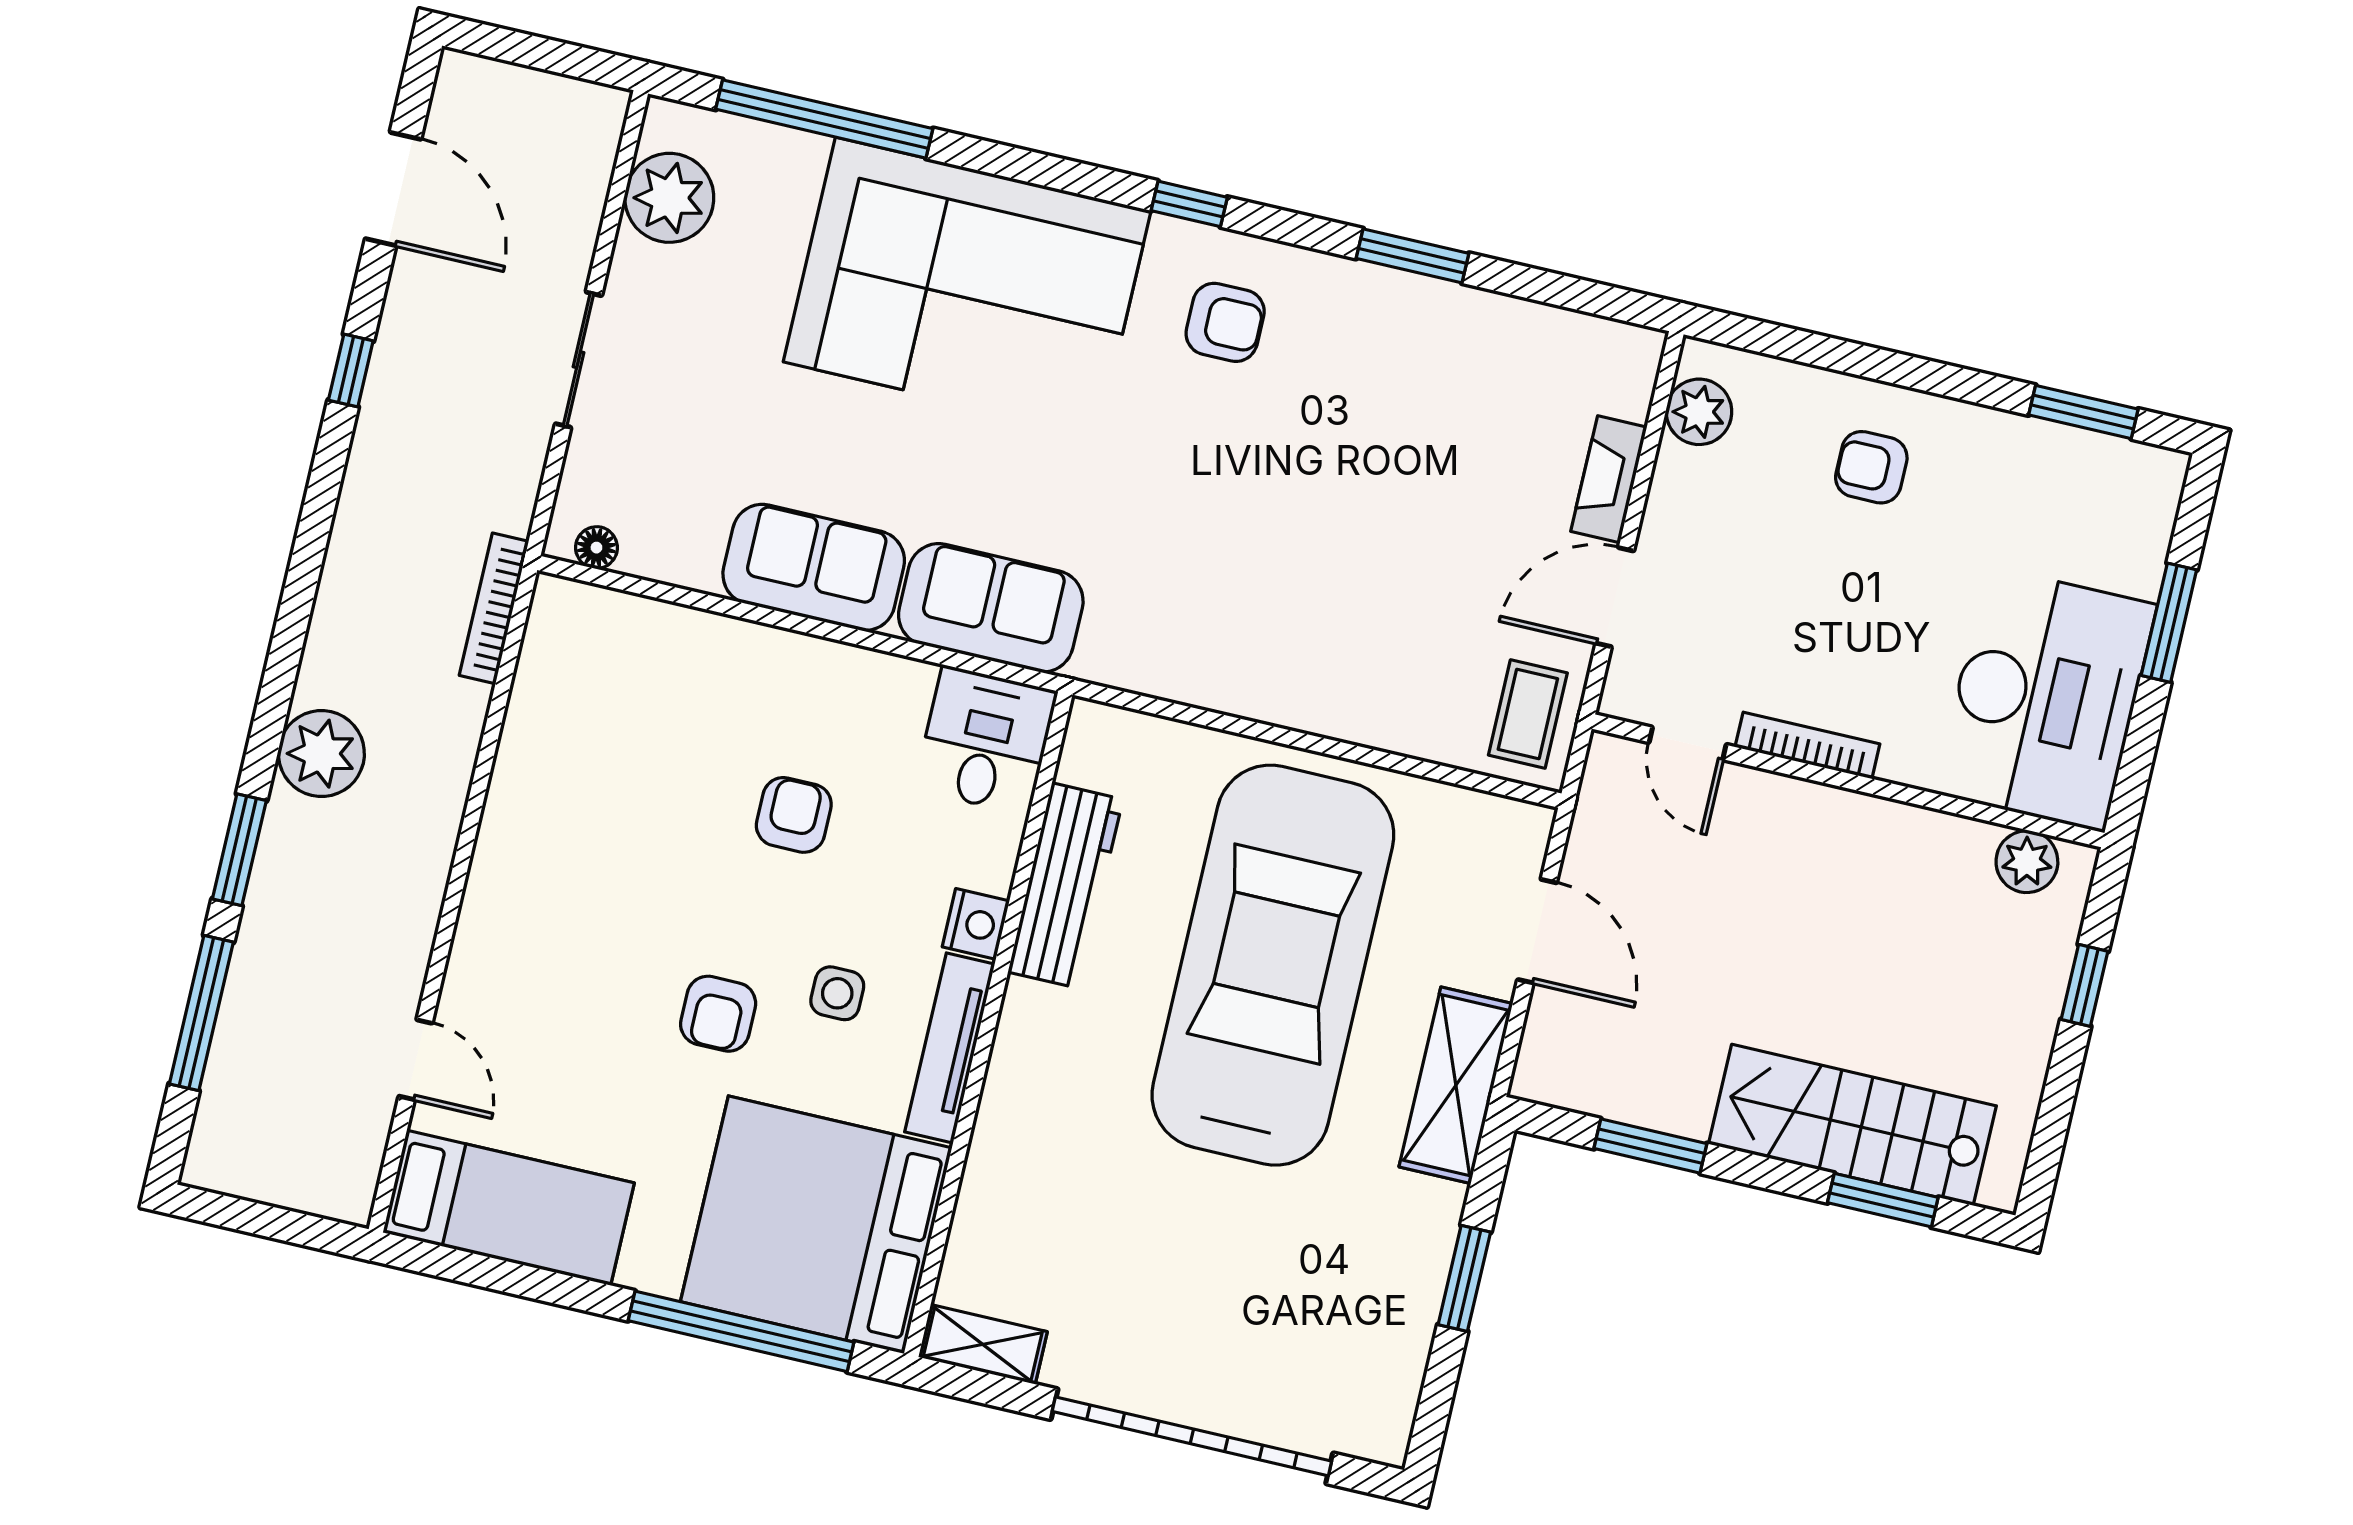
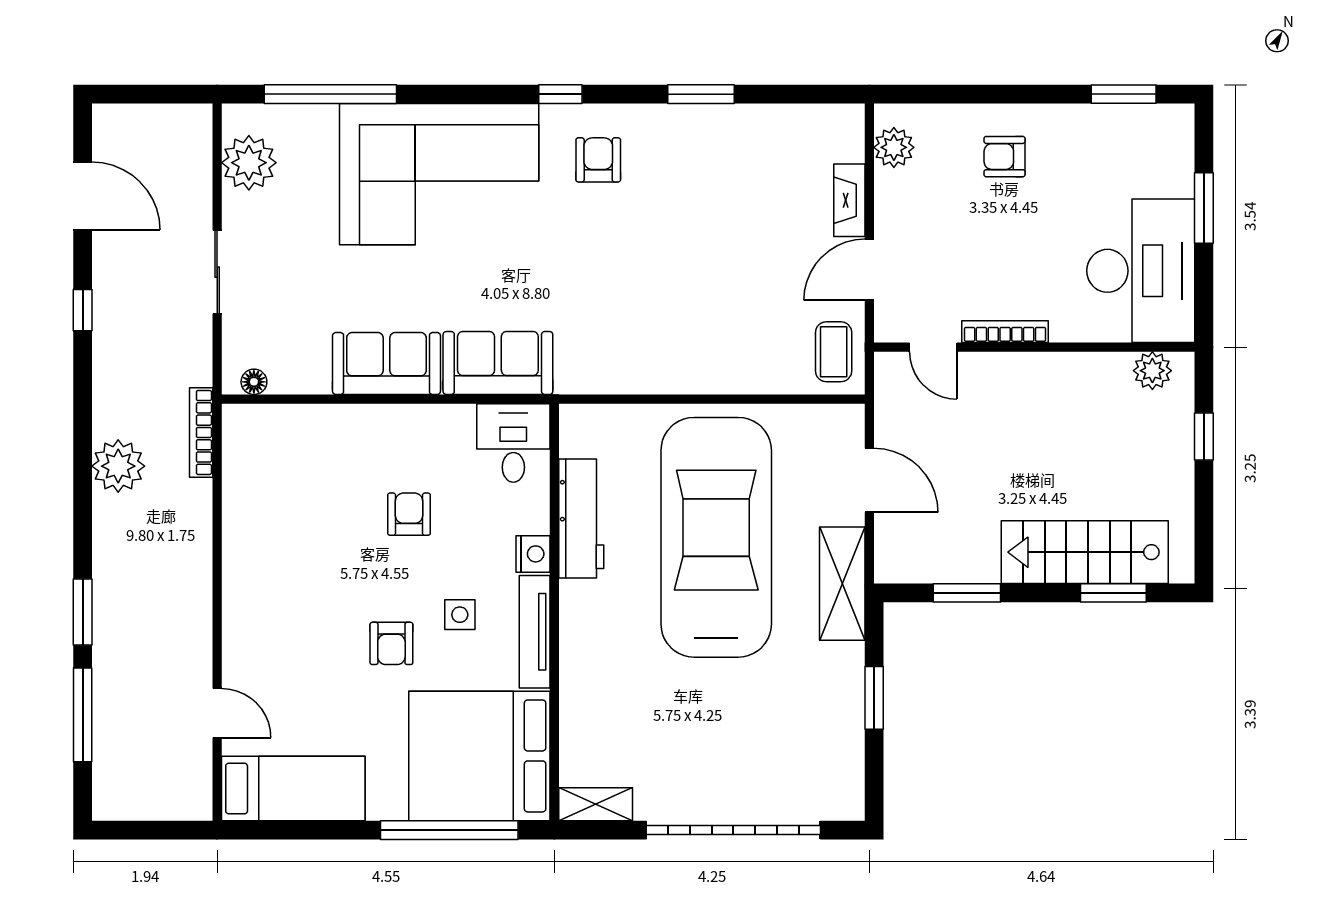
armchair: (1225, 322) -> (598, 160), turned -90
plant: (321, 754) -> (118, 466), moved

